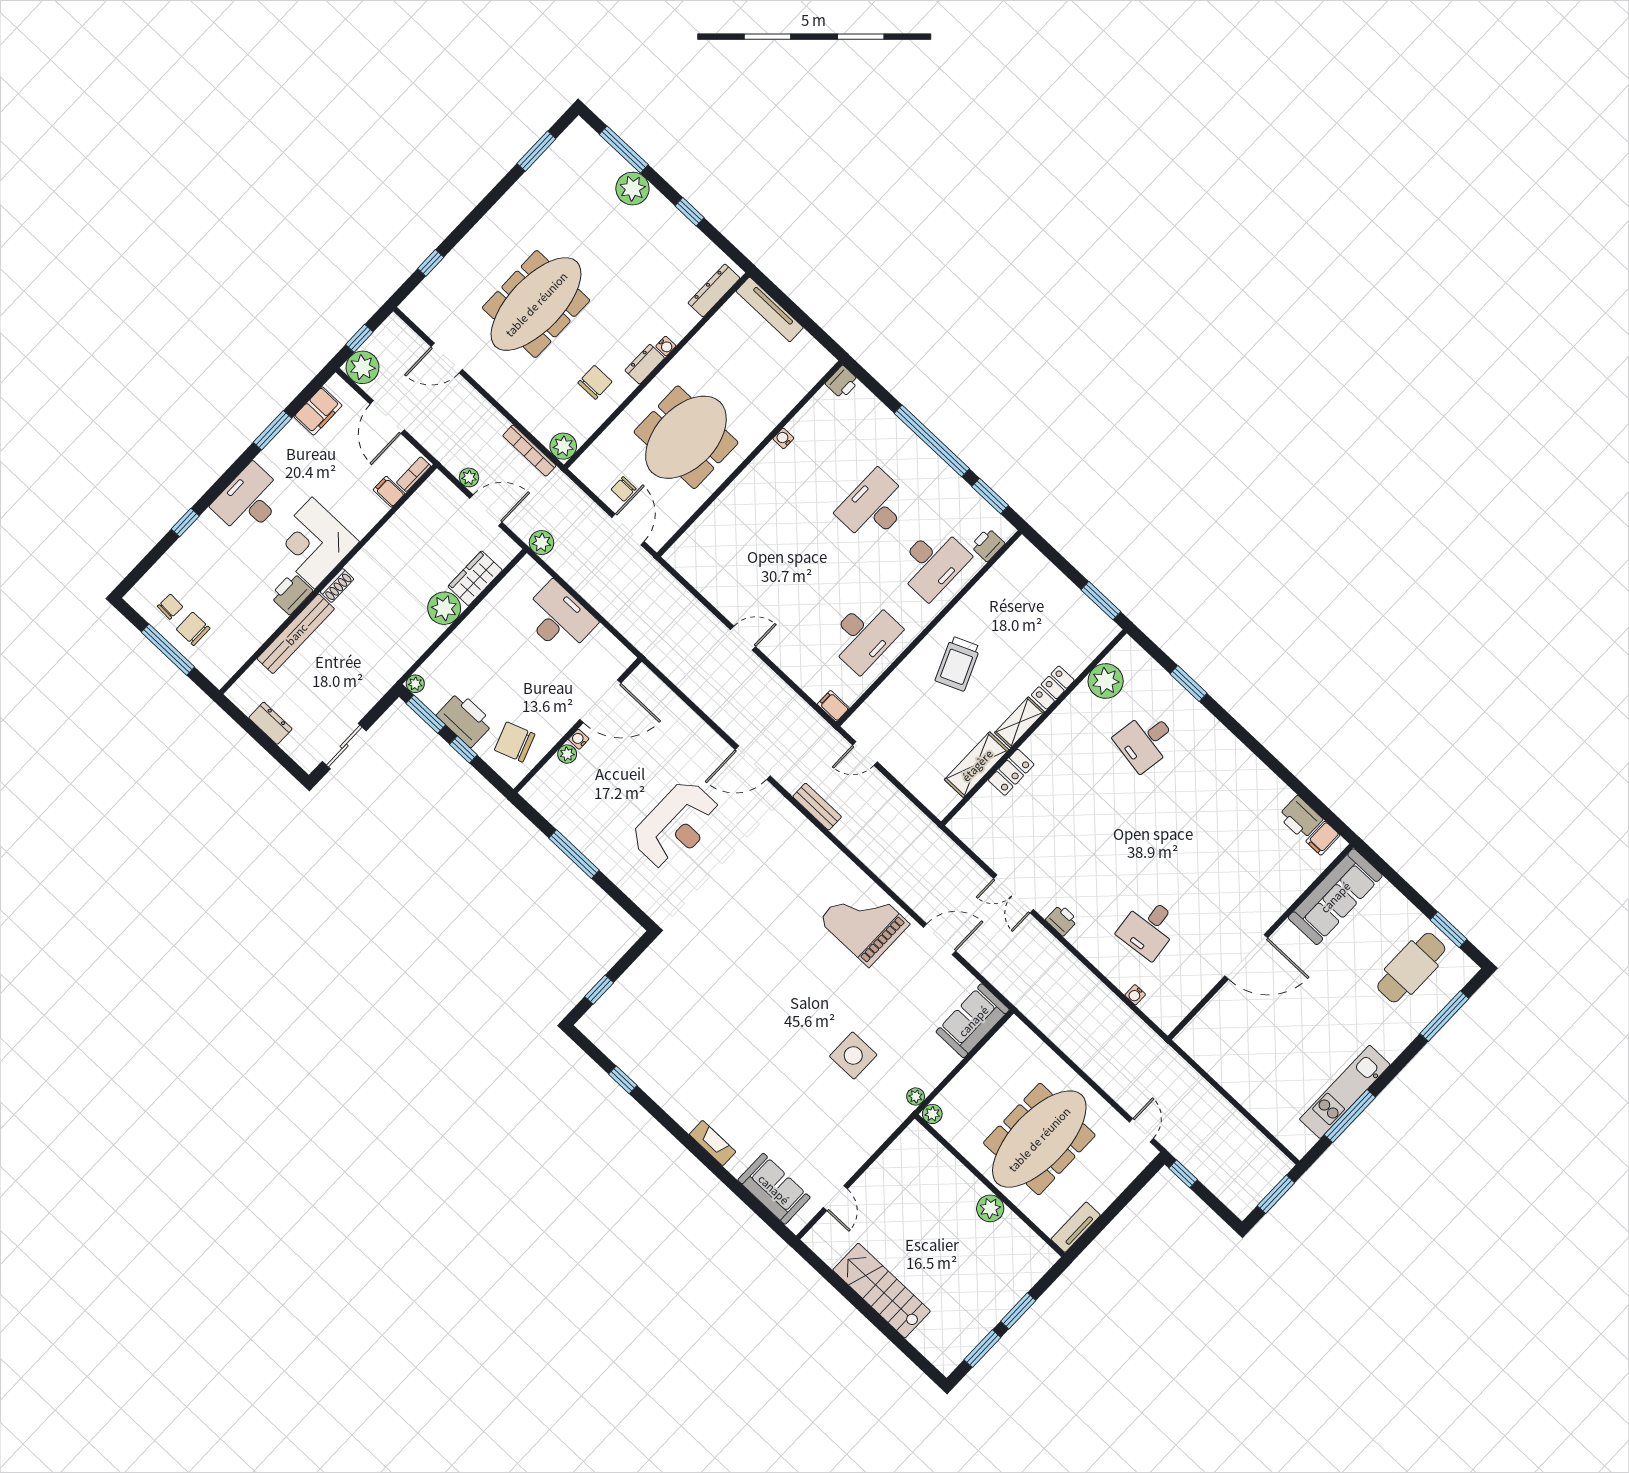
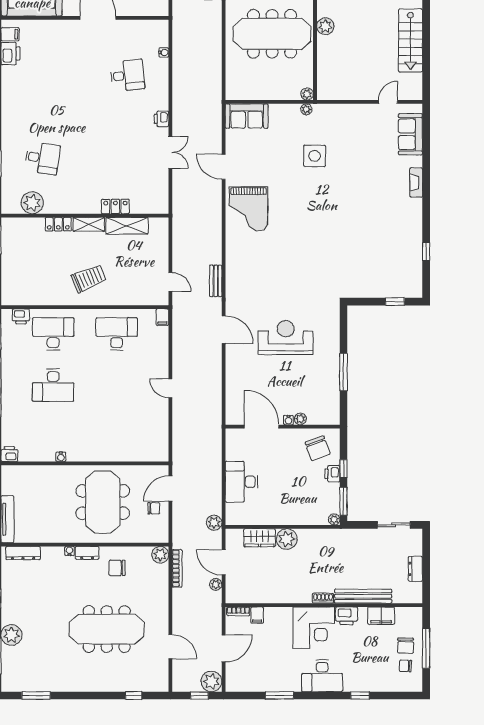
filing cabinet: (318, 411) -> (381, 616), moved, turned 180
meeting table: (686, 437) -> (103, 502), turned 90
printer: (465, 719) -> (332, 474), width x0.53, depth x0.68

